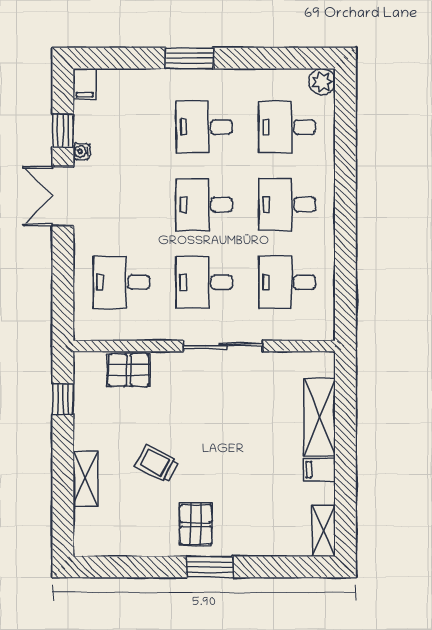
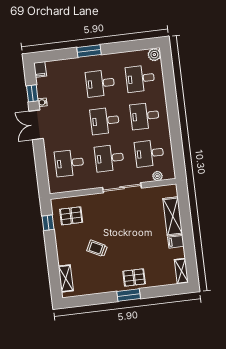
plant: (298, 331) -> (157, 176), added
pallet: (129, 370) -> (71, 216), moved
shelving: (85, 479) -> (66, 278), moved
pallet: (196, 524) -> (134, 277), moved, turned 90

